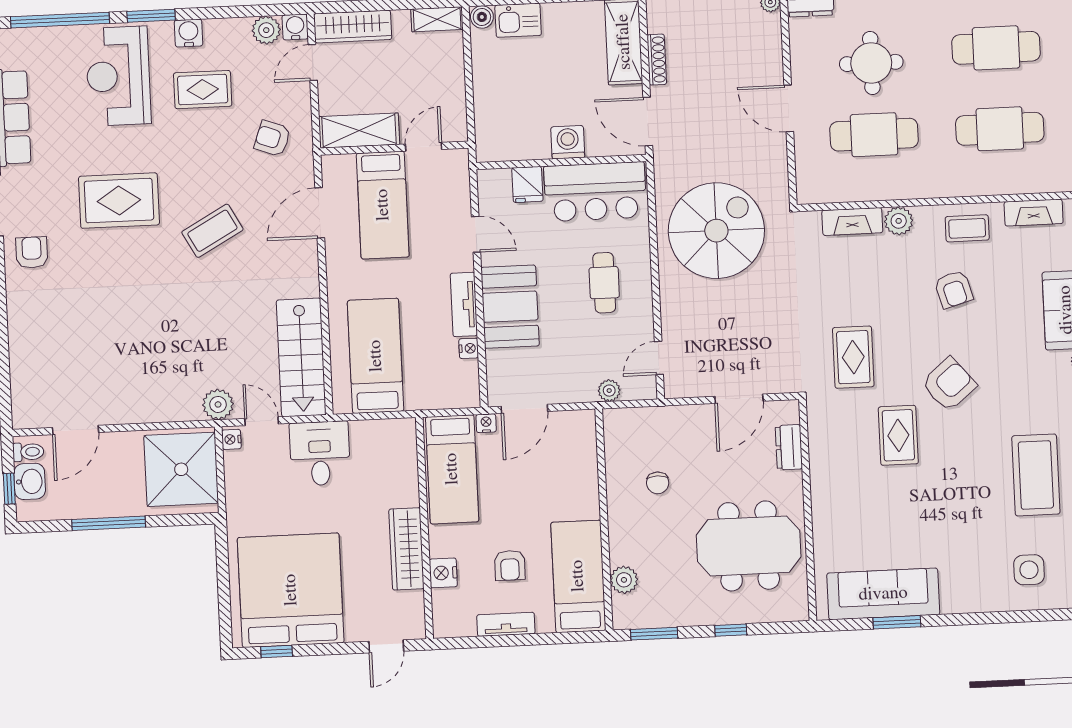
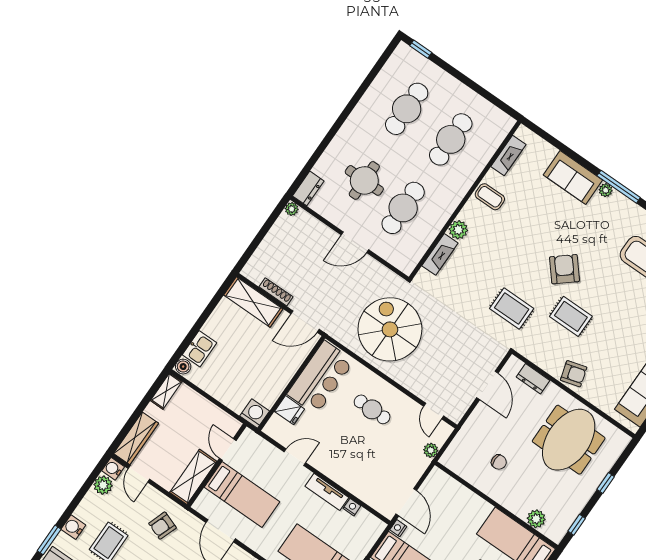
washing machine: (568, 142) -> (255, 414), moved, turned 90
coffee table: (967, 228) -> (490, 197), turned 90
armchair: (954, 289) -> (574, 374), moved
booth: (510, 307) -> (347, 469), removed
window: (654, 634) -> (577, 525), width x0.67

